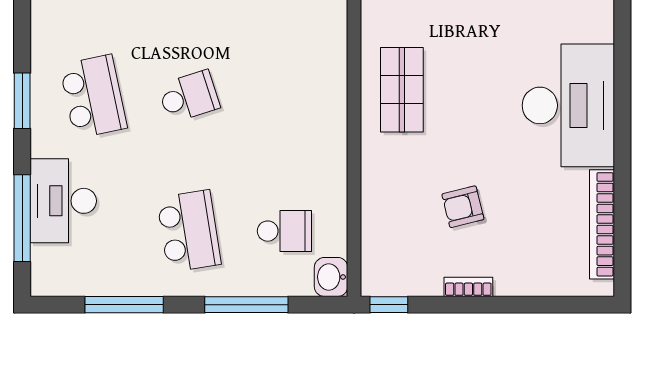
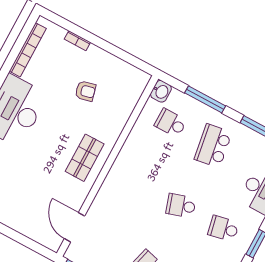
school desk: (93, 97) -> (223, 229), width x0.54
bookcase: (468, 287) -> (77, 41), moved
window: (389, 305) -> (142, 65), removed

